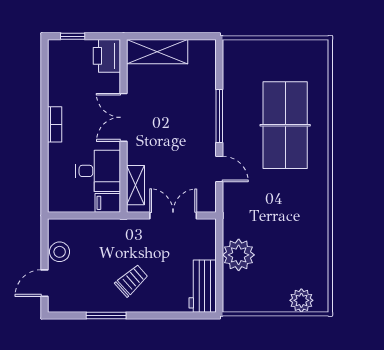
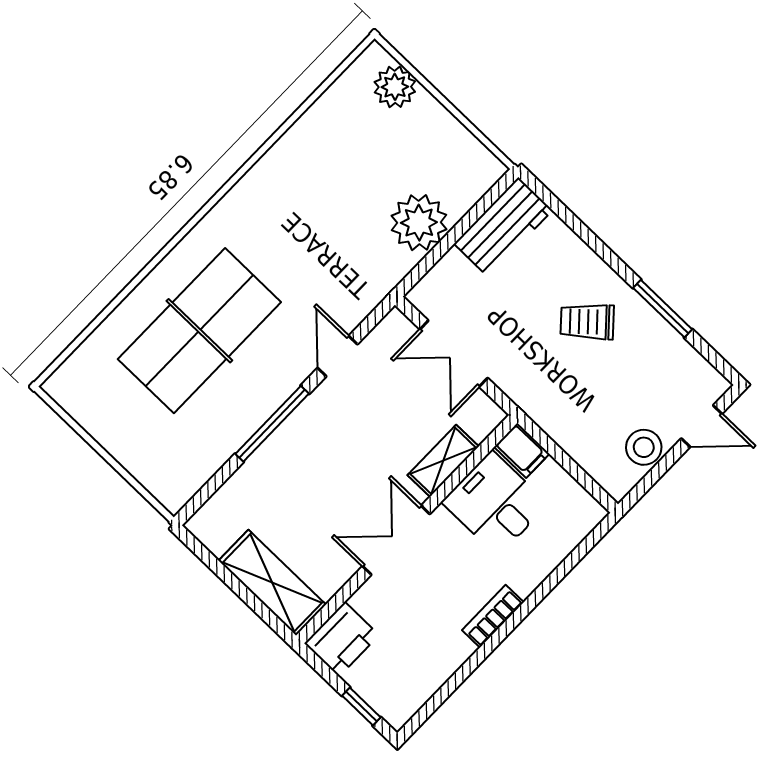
double door: (124, 117) -> (396, 540), swing flipped
shelving: (136, 185) -> (443, 461), moved

